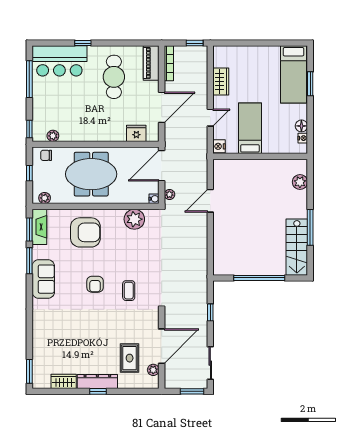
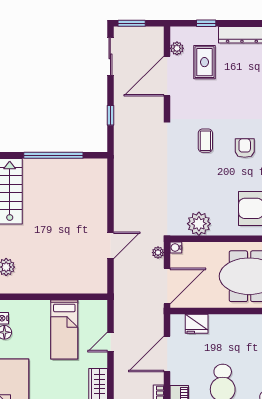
nightstand: (219, 146) -> (100, 309), removed
window: (98, 391) -> (206, 23), moved

